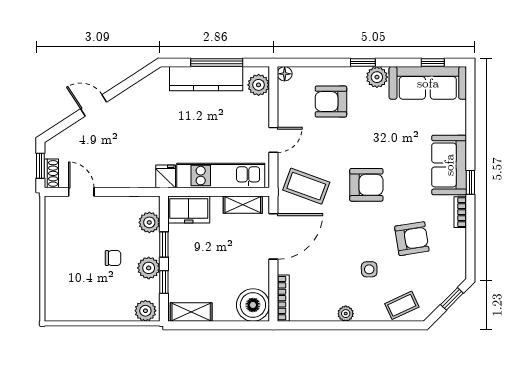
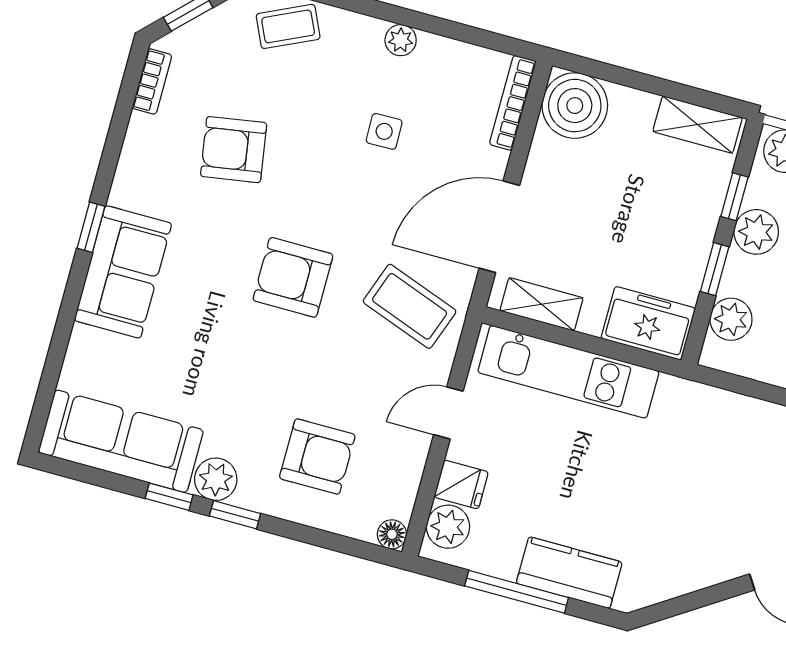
window: (433, 63) -> (169, 497), moved
kitchen counter: (206, 79) -> (569, 573), width x0.67
fridge: (166, 176) -> (461, 484), moved, turned -90
bookcase: (460, 212) -> (152, 81), moved
side table: (369, 269) -> (384, 131), moved

